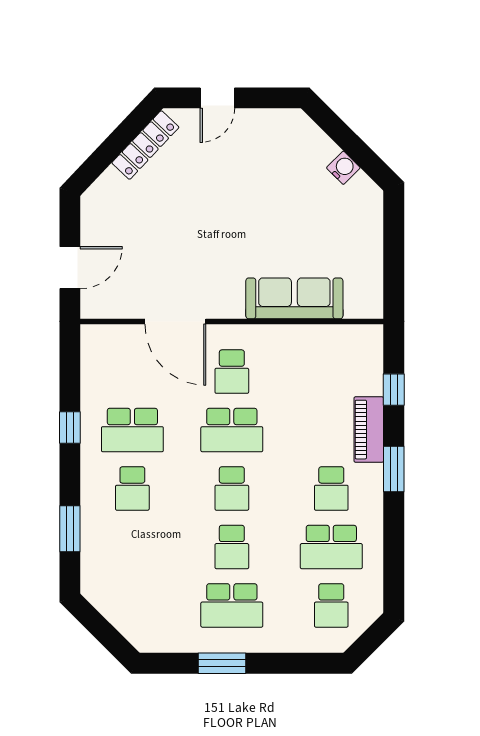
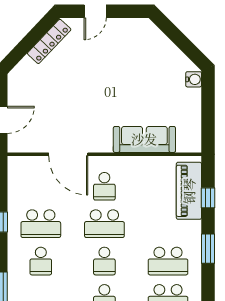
water cooler: (343, 168) -> (194, 79), moved, turned 45
piano: (369, 430) -> (189, 191), moved, width x1.37, depth x1.33
school desk: (331, 489) -> (168, 261), width x1.85

